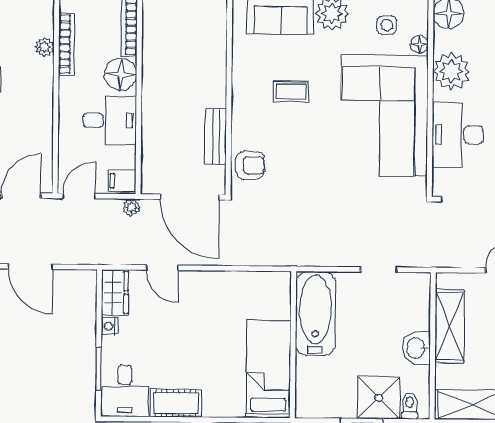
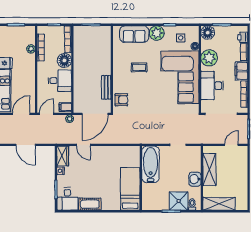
door: (190, 197) -> (95, 114), hinge flipped

